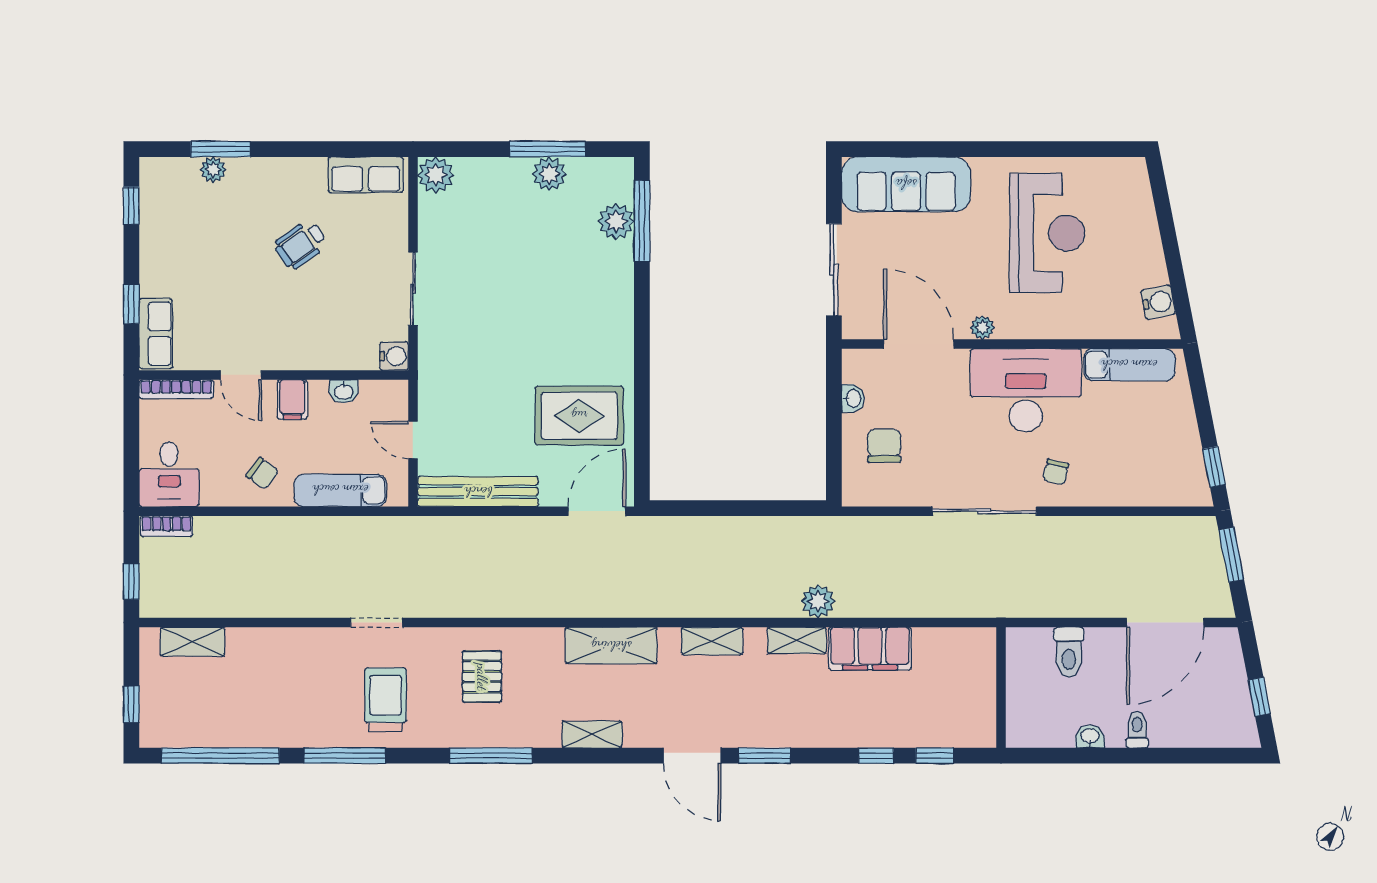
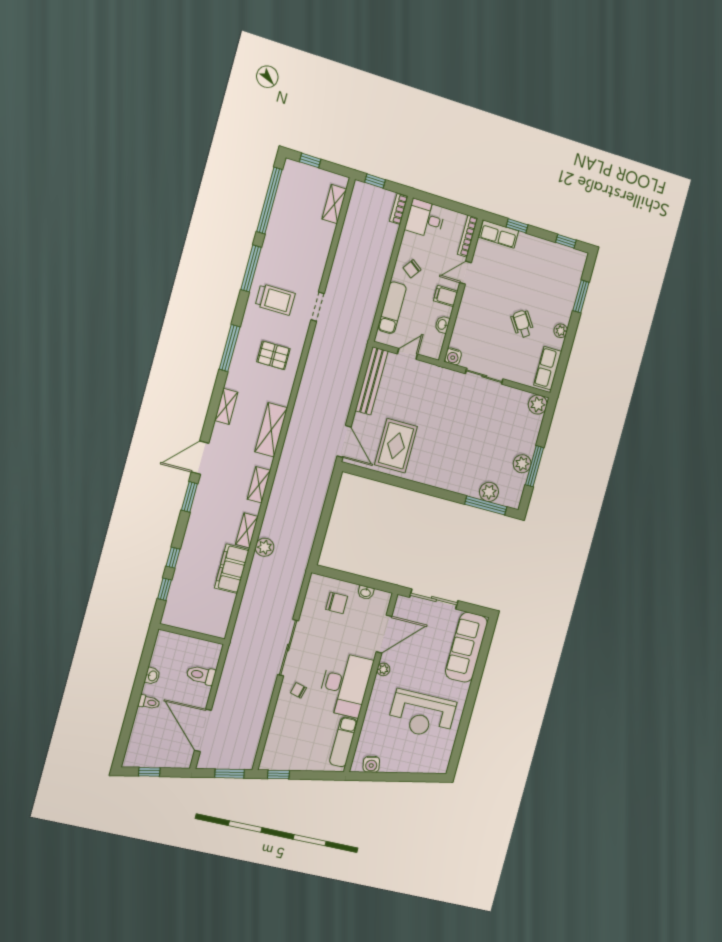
plant: (213, 170) -> (561, 331), moved

